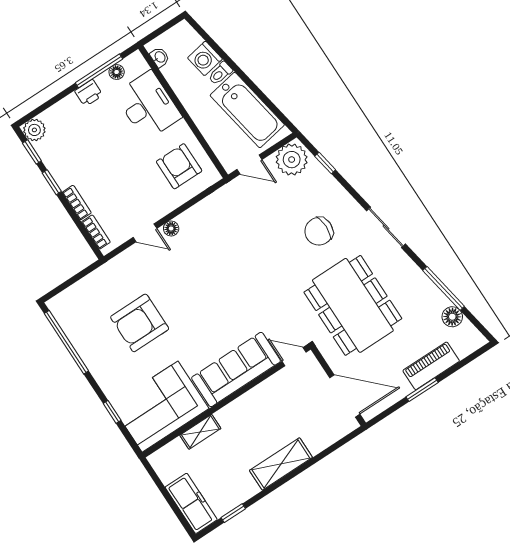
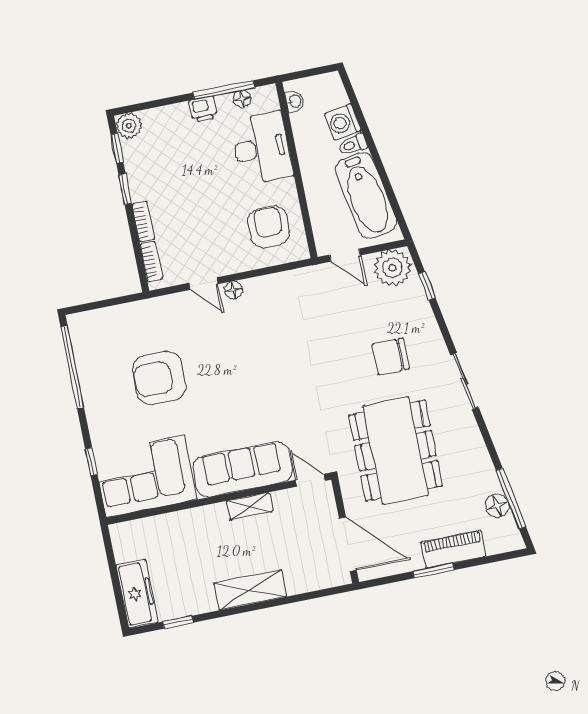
window: (444, 288) -> (511, 499), moved
shelving: (200, 432) -> (250, 506), moved

